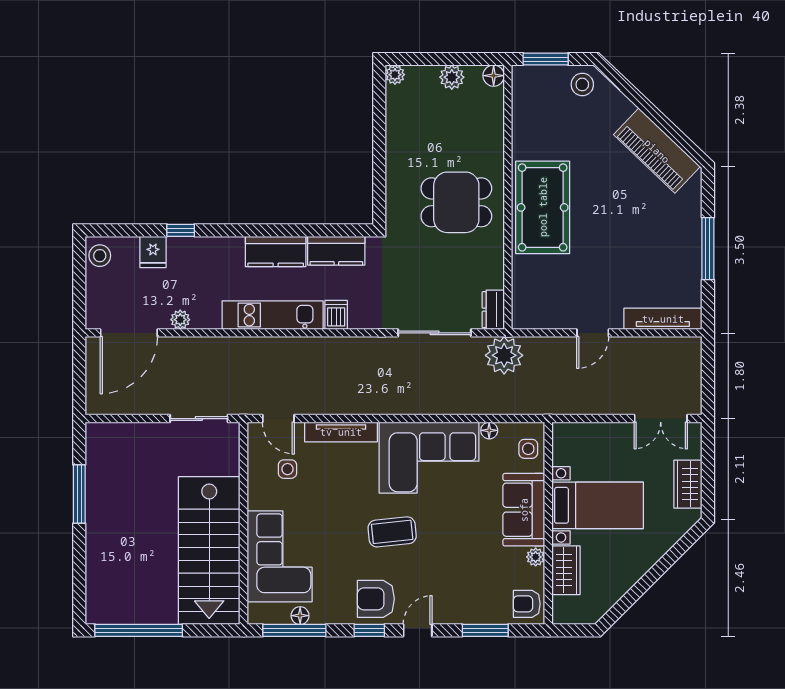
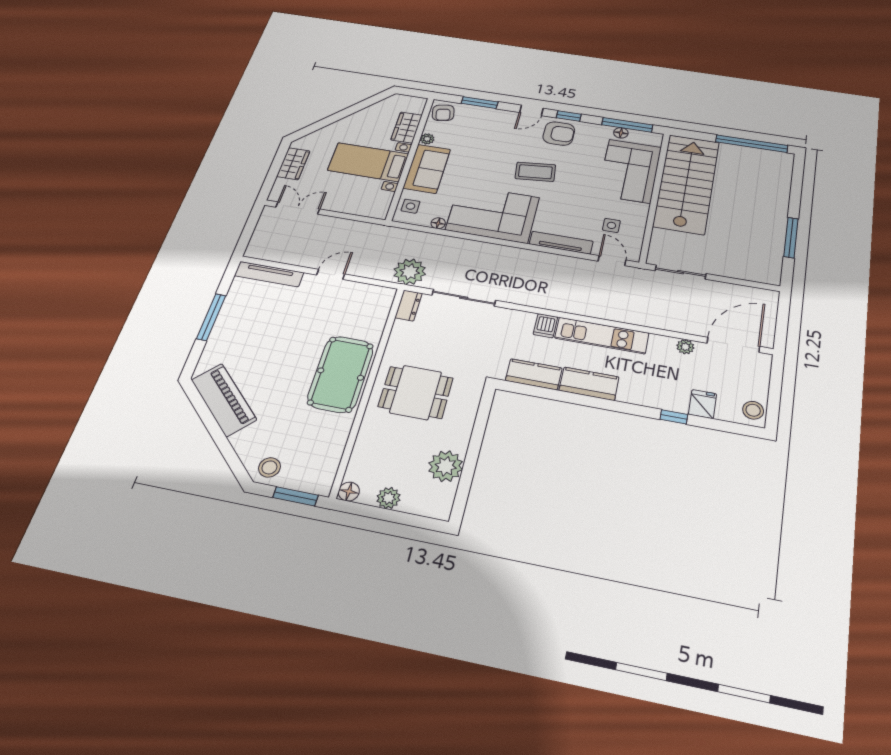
plant: (395, 75) -> (446, 466), moved, width x1.87, depth x1.87
armchair: (527, 604) -> (443, 113), turned 79

